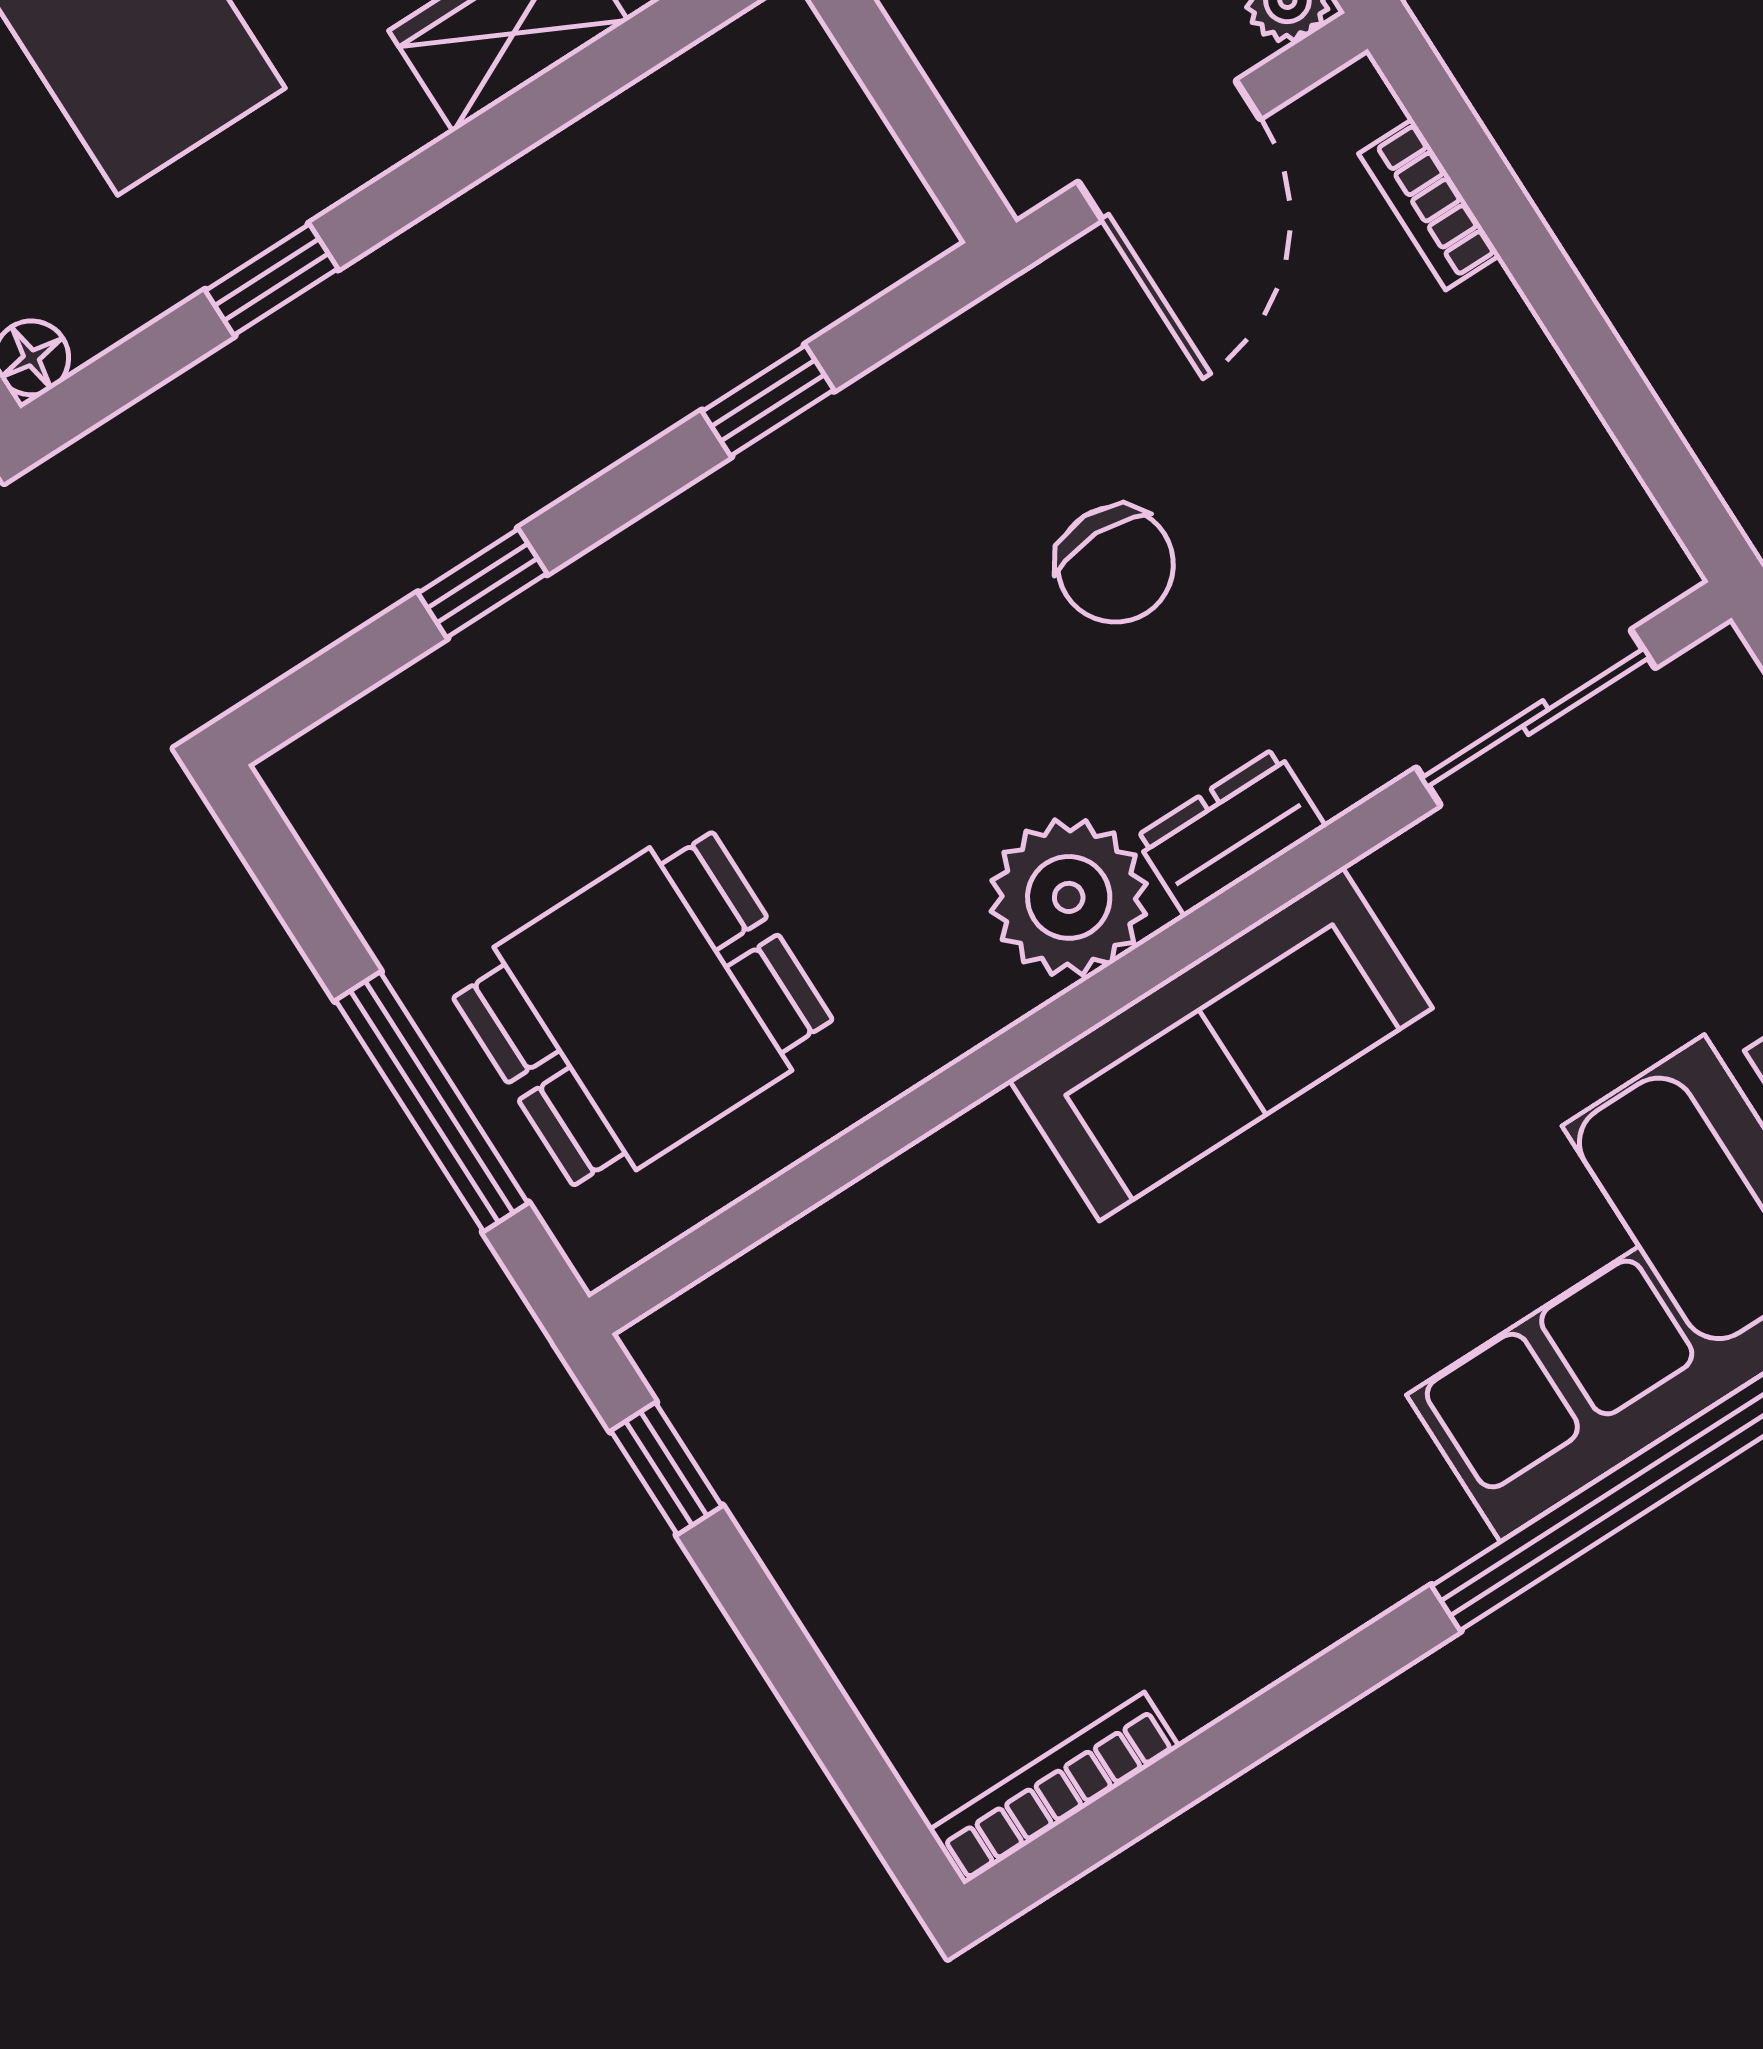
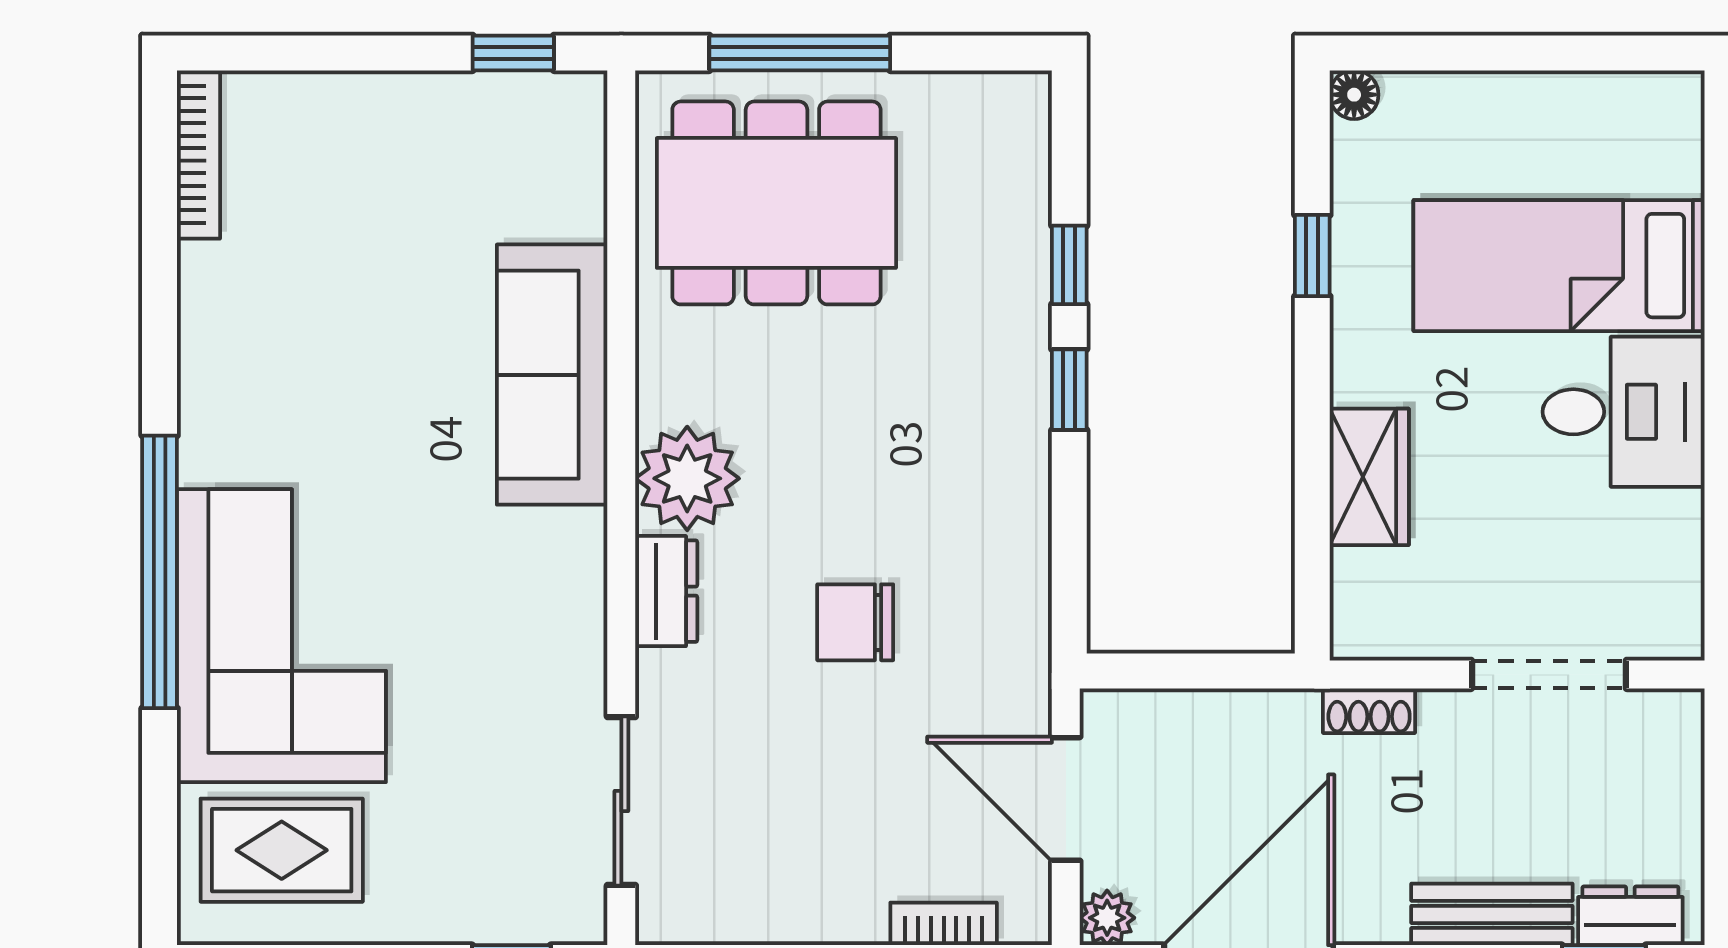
window: (768, 401) -> (1069, 390), moved
dining table: (643, 1009) -> (776, 203), width x1.38
sofa: (1221, 1044) -> (552, 375), moved

